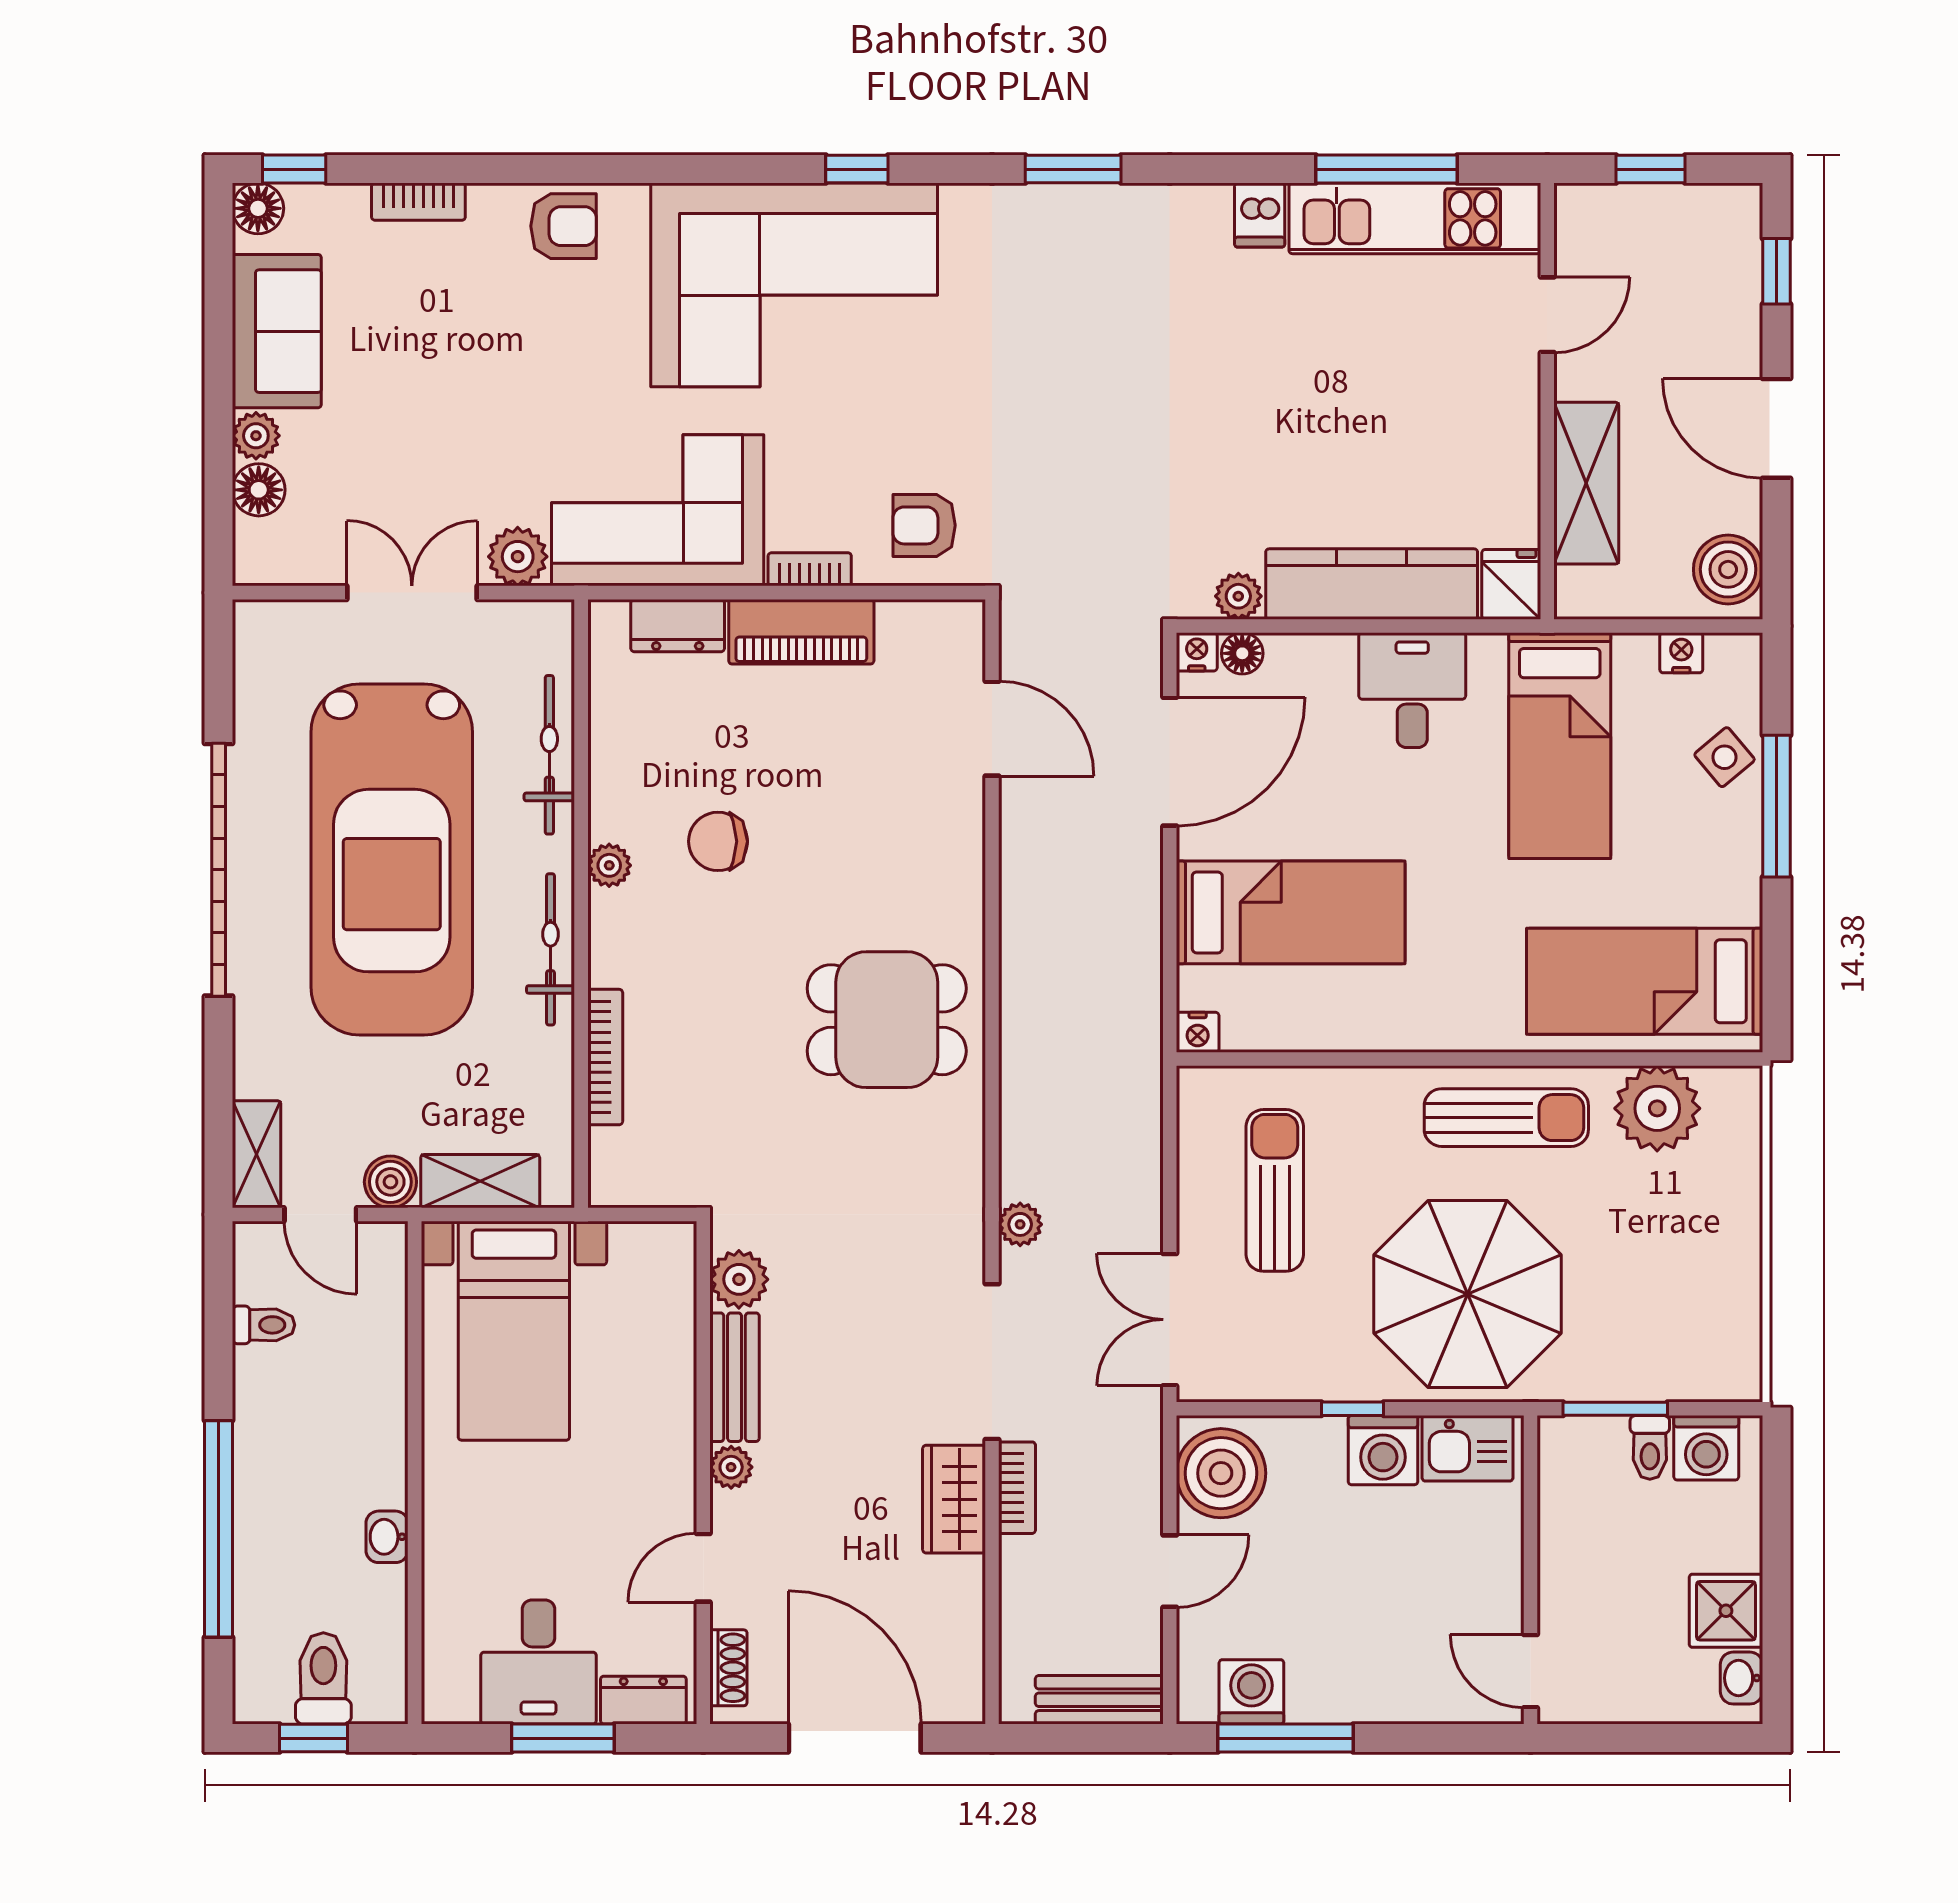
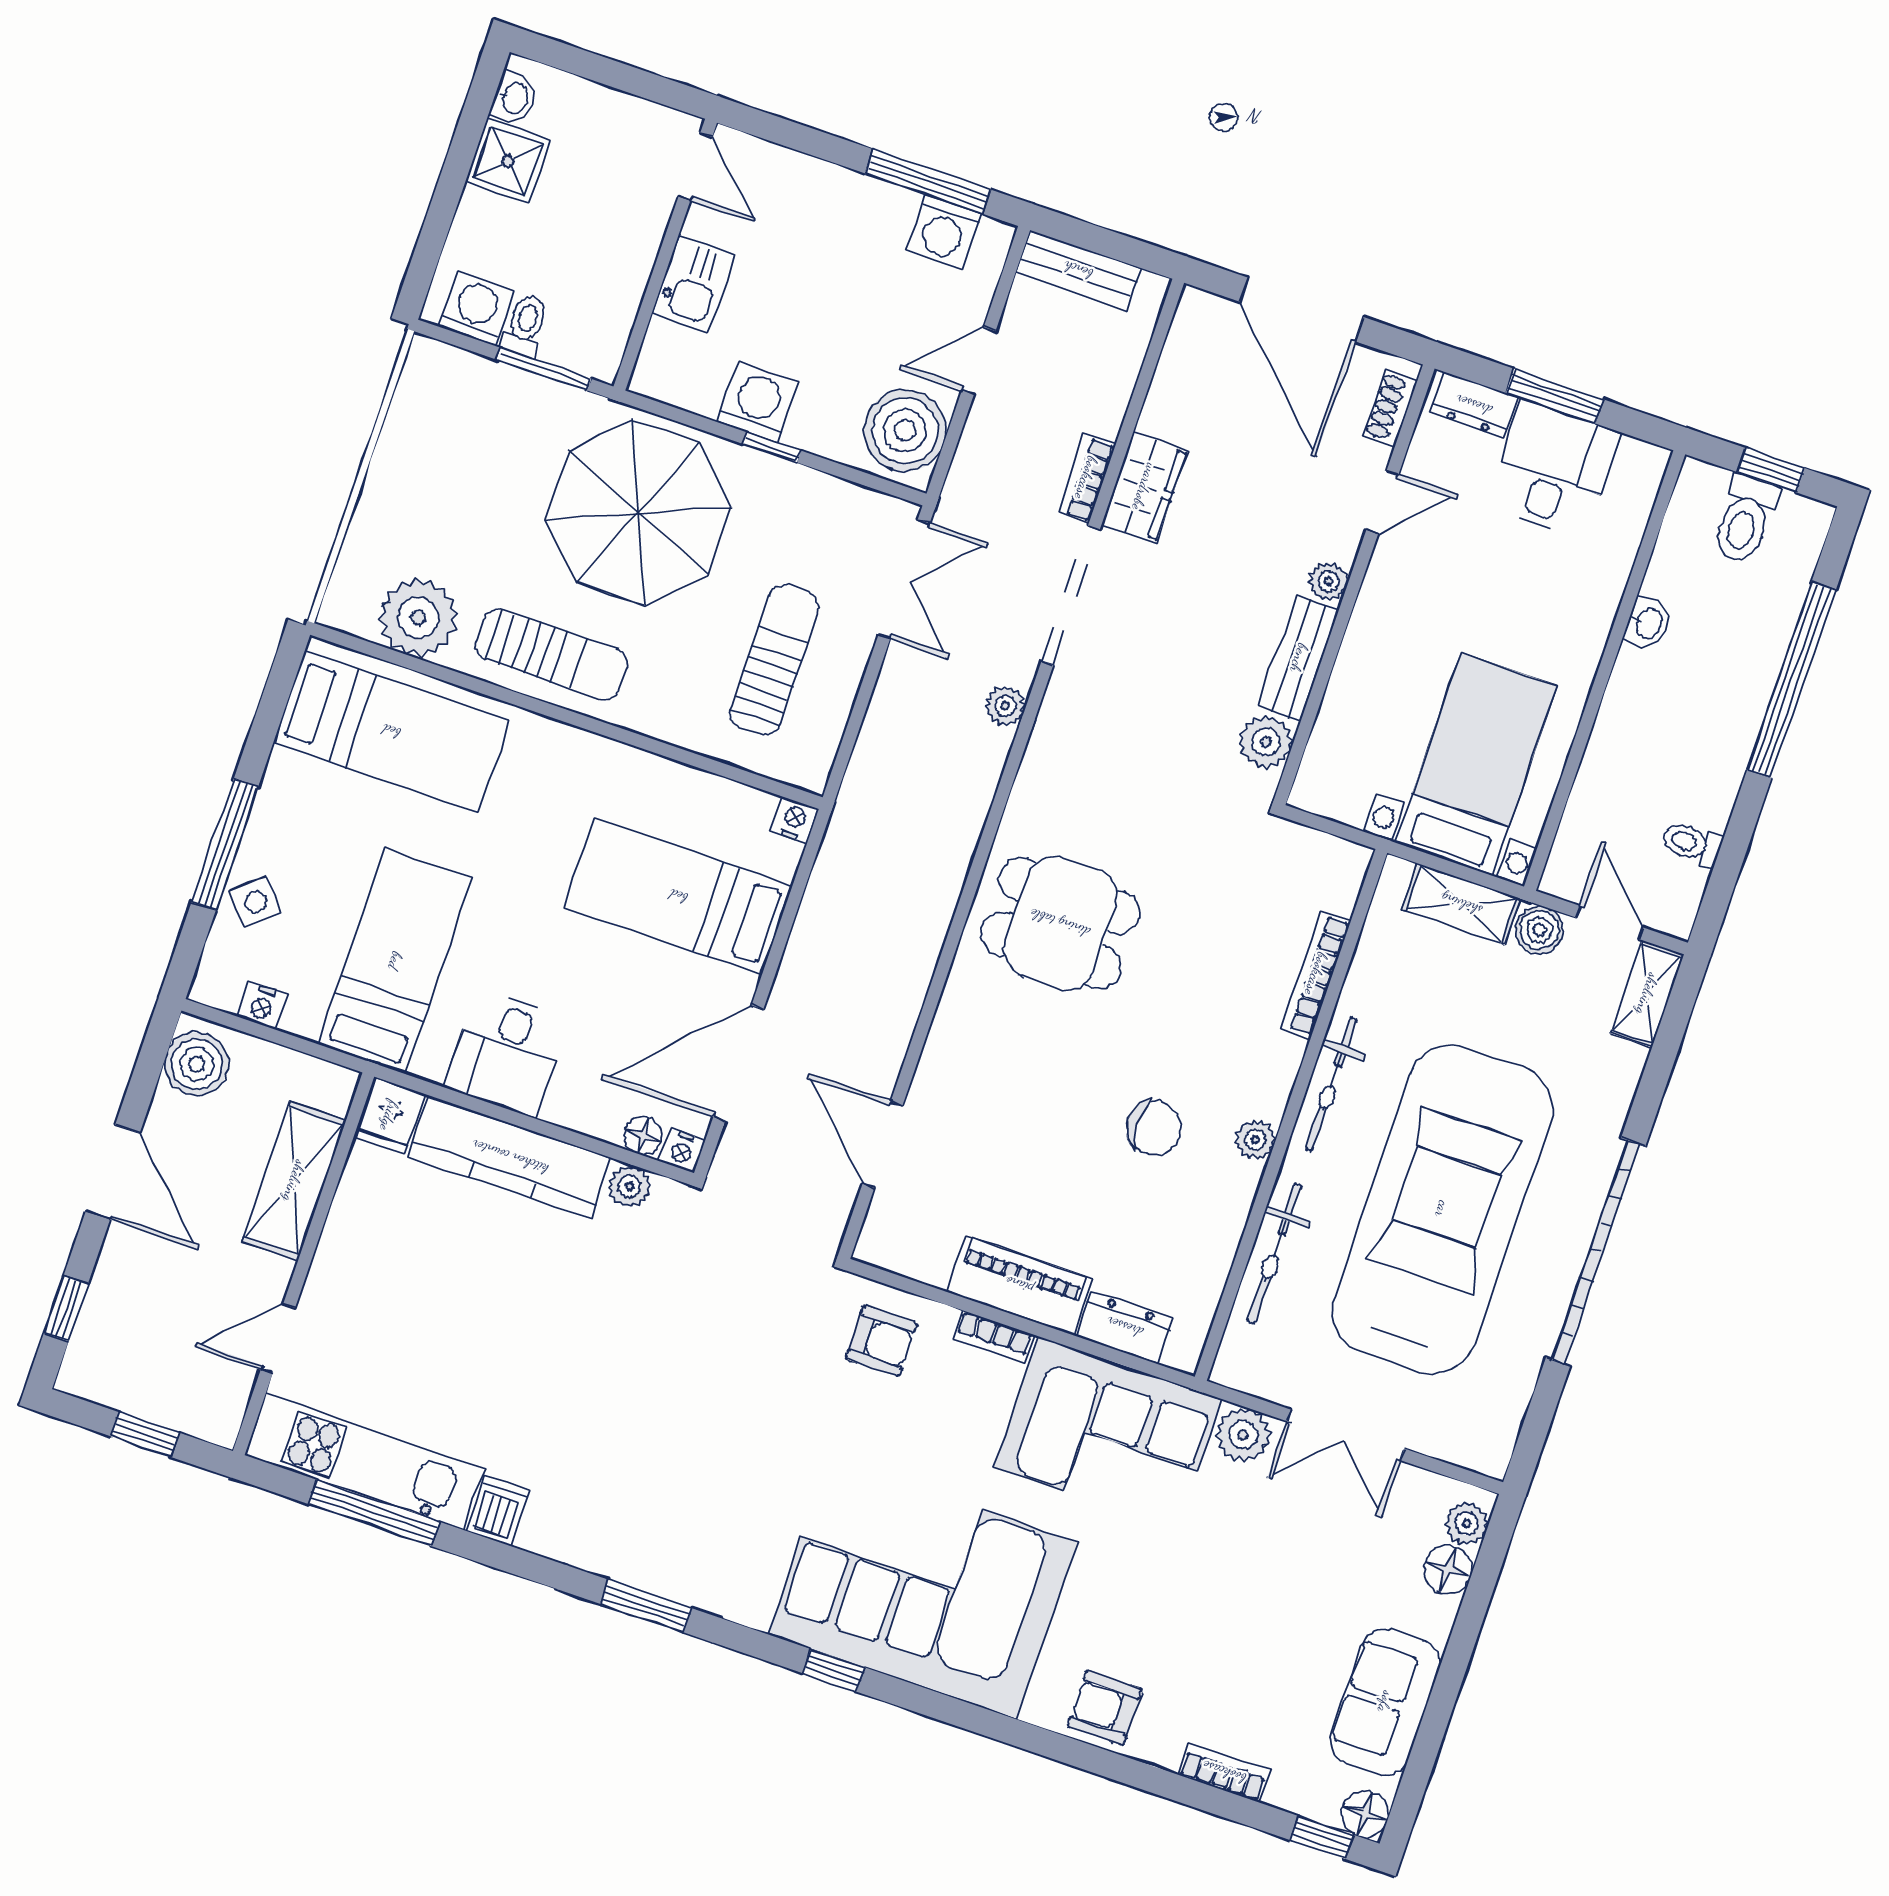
plant: (256, 436) -> (1466, 1524), moved
sun lounger: (1506, 1118) -> (552, 654), turned 180
sun lounger: (1275, 1190) -> (774, 660), turned 180
kitchen sink: (1467, 1448) -> (694, 284), moved, turned 90

